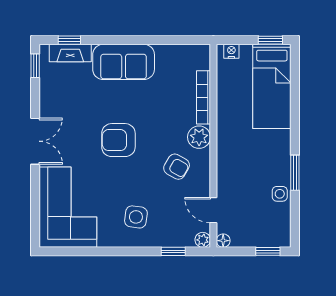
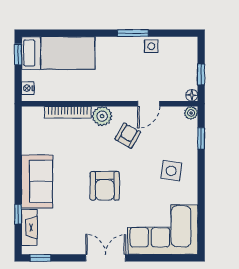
window: (69, 40) -> (18, 214), moved
door: (213, 210) -> (149, 104), moved
window: (268, 251) -> (201, 74), moved

